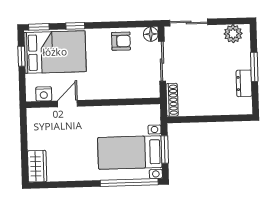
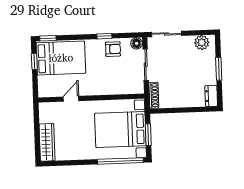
window: (75, 26) -> (104, 36), moved
dresser: (244, 83) -> (211, 96), moved
nightstand: (44, 94) -> (52, 91), removed
bed with nightstands: (130, 152) -> (120, 130), width x1.36
wardrobe: (37, 166) -> (47, 142), width x1.50

